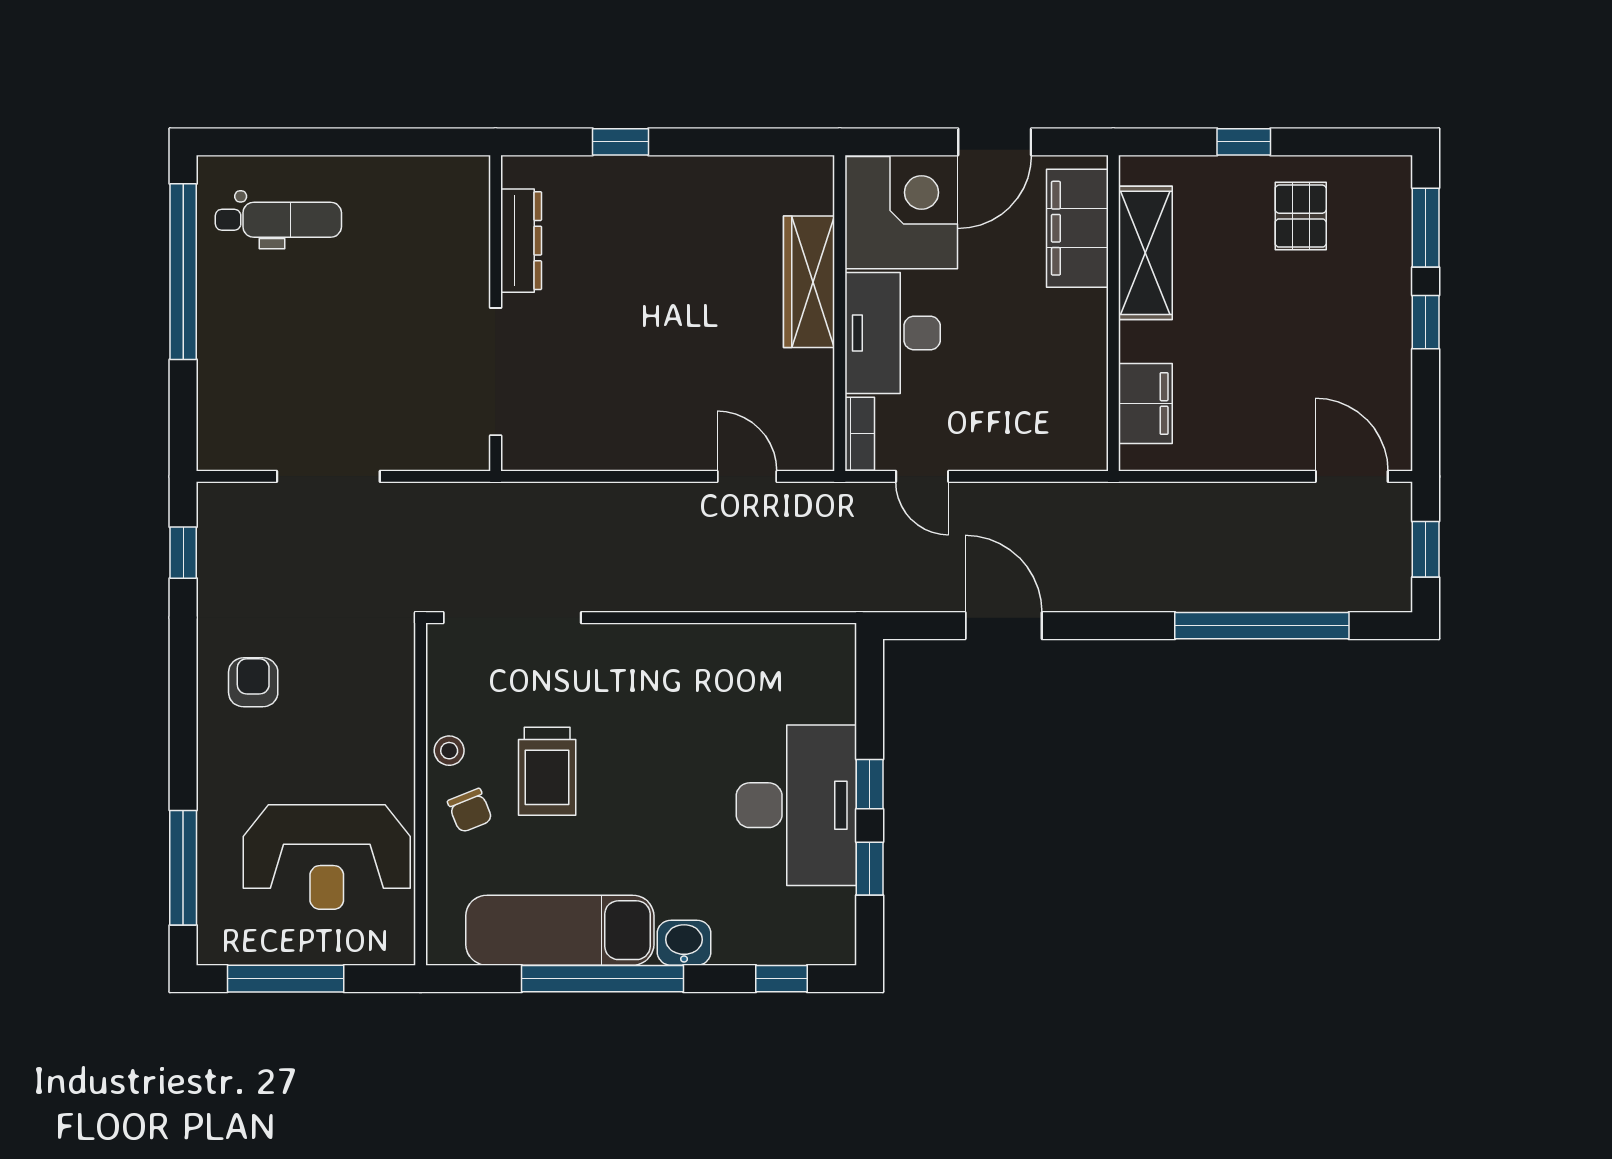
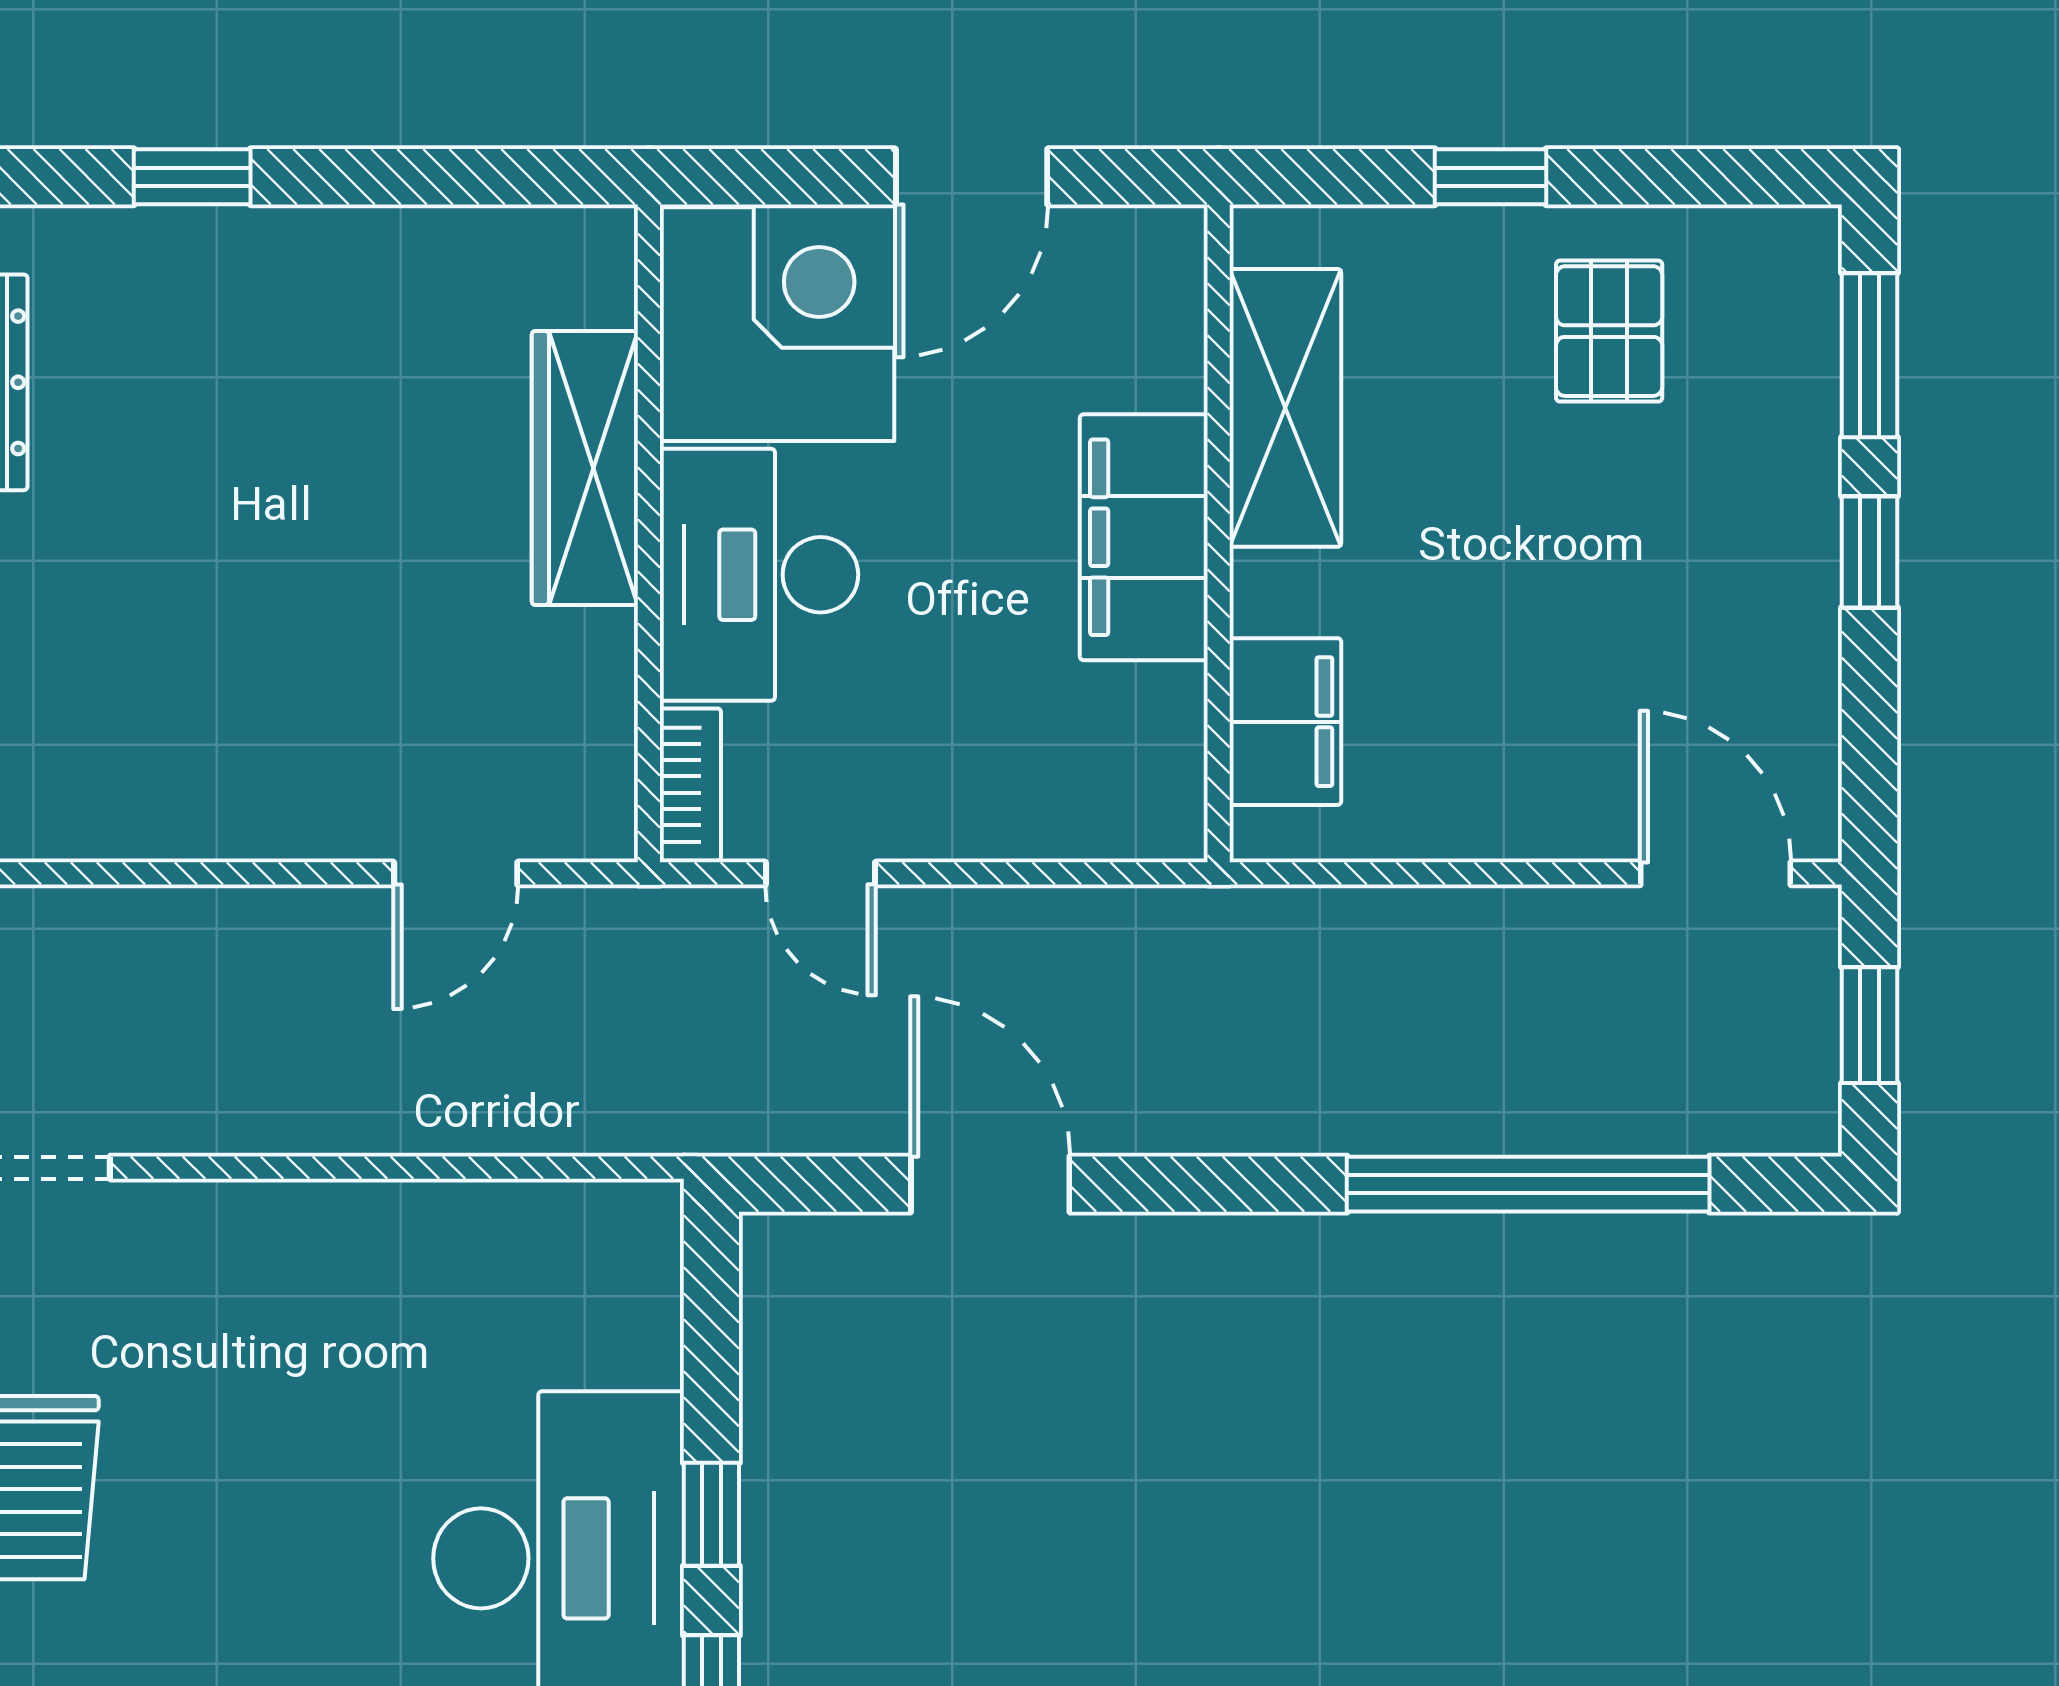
filing cabinet: (1077, 228) -> (1144, 537), moved
door: (747, 476) -> (456, 873), swing flipped

